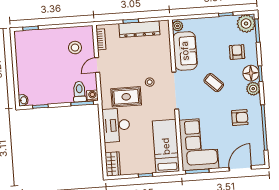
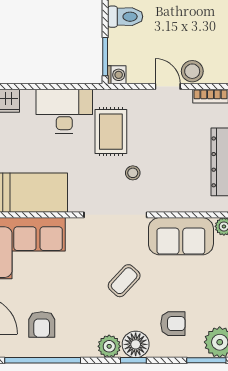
stool: (75, 48) -> (192, 71), moved
toilet: (79, 92) -> (125, 17), moved
armchair: (240, 118) -> (42, 324), moved

